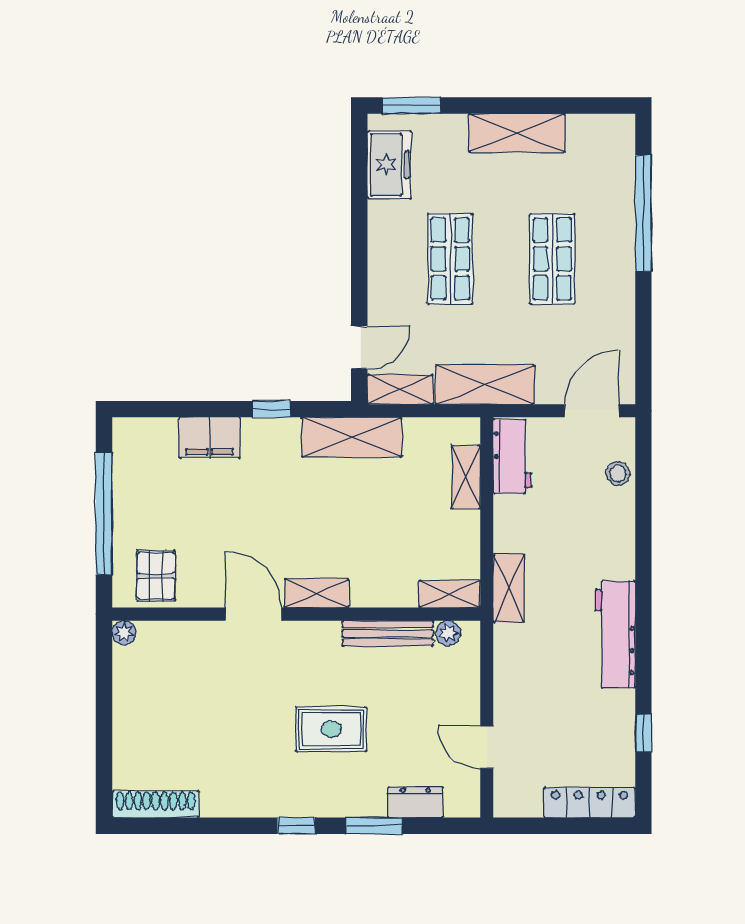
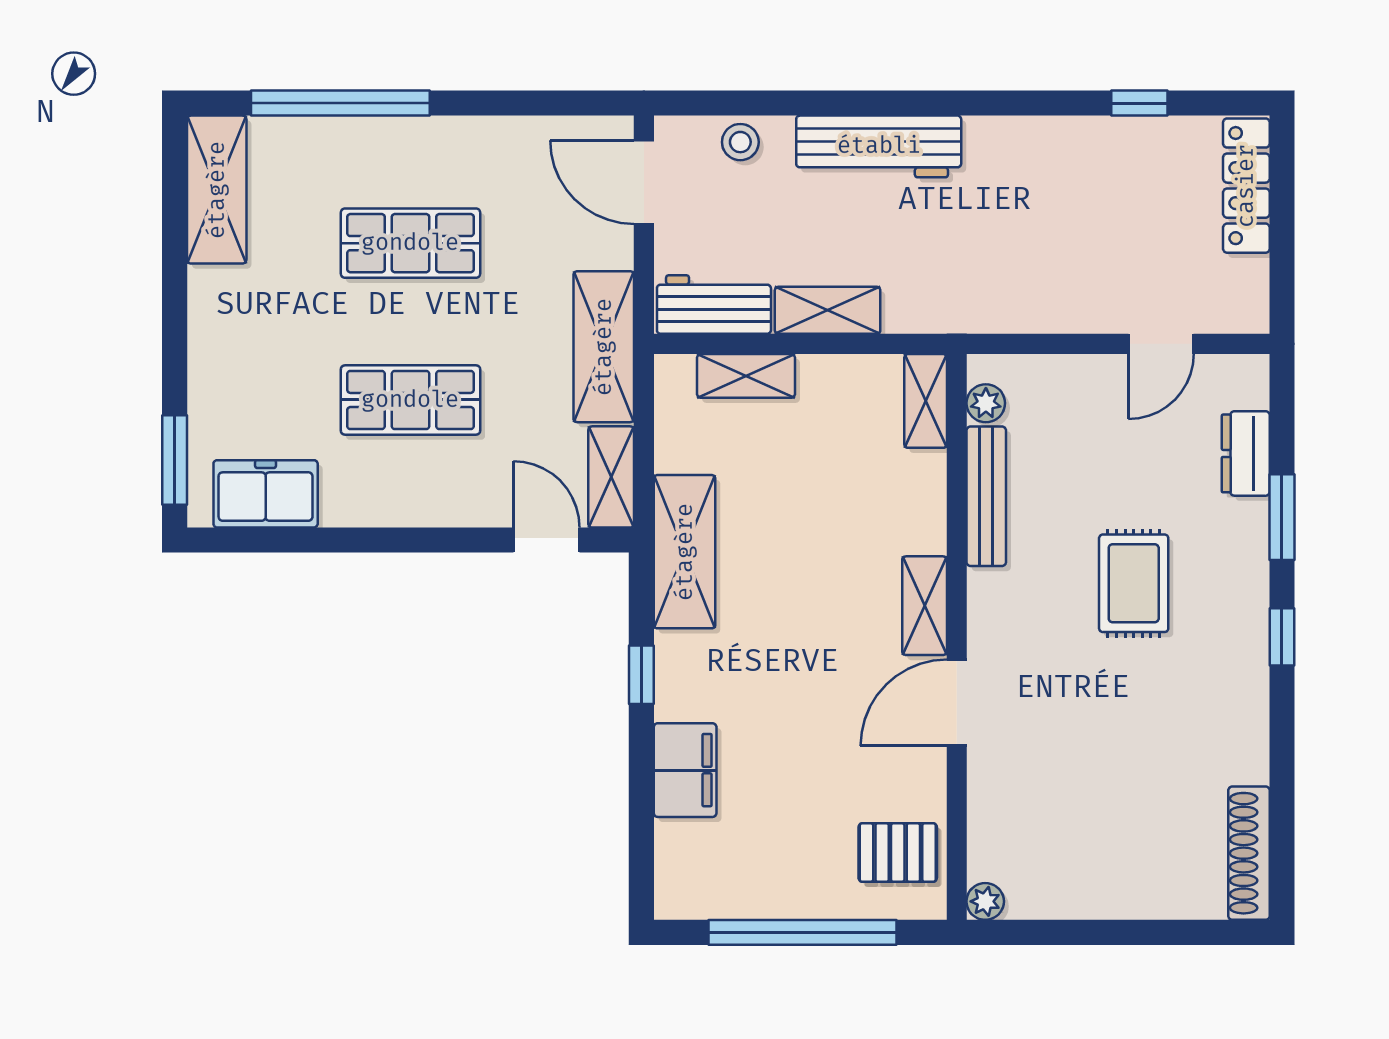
shelving: (517, 133) -> (217, 190), moved
shelving: (509, 588) -> (828, 310), moved
workbench: (615, 634) -> (879, 146), moved

